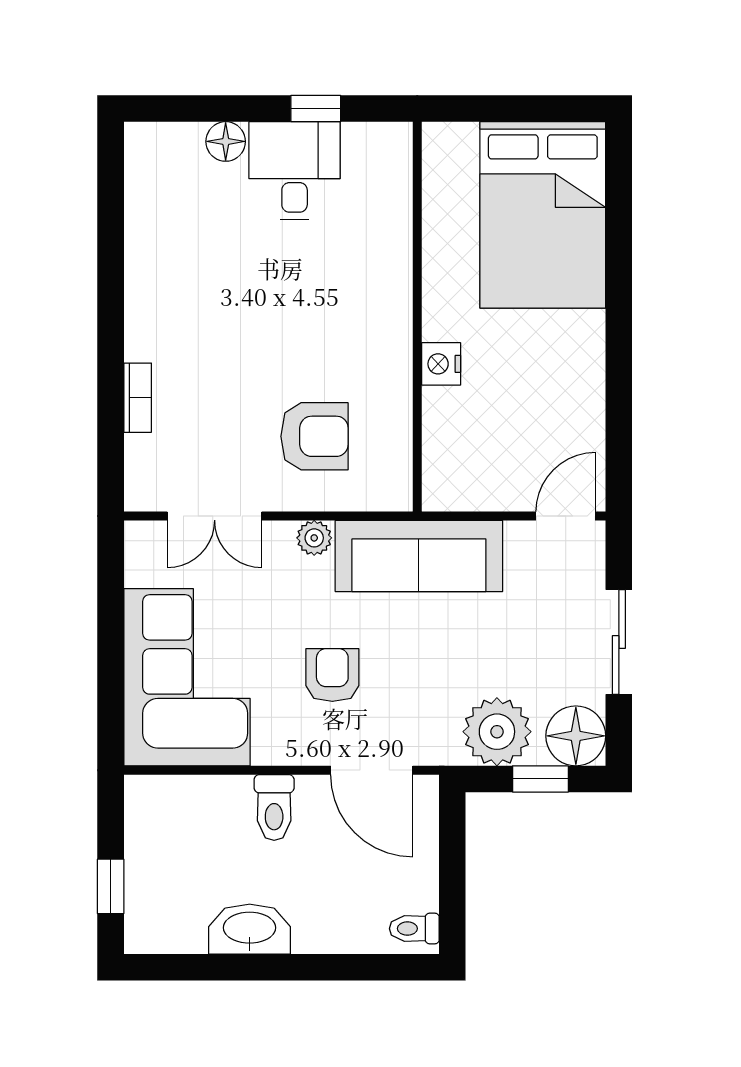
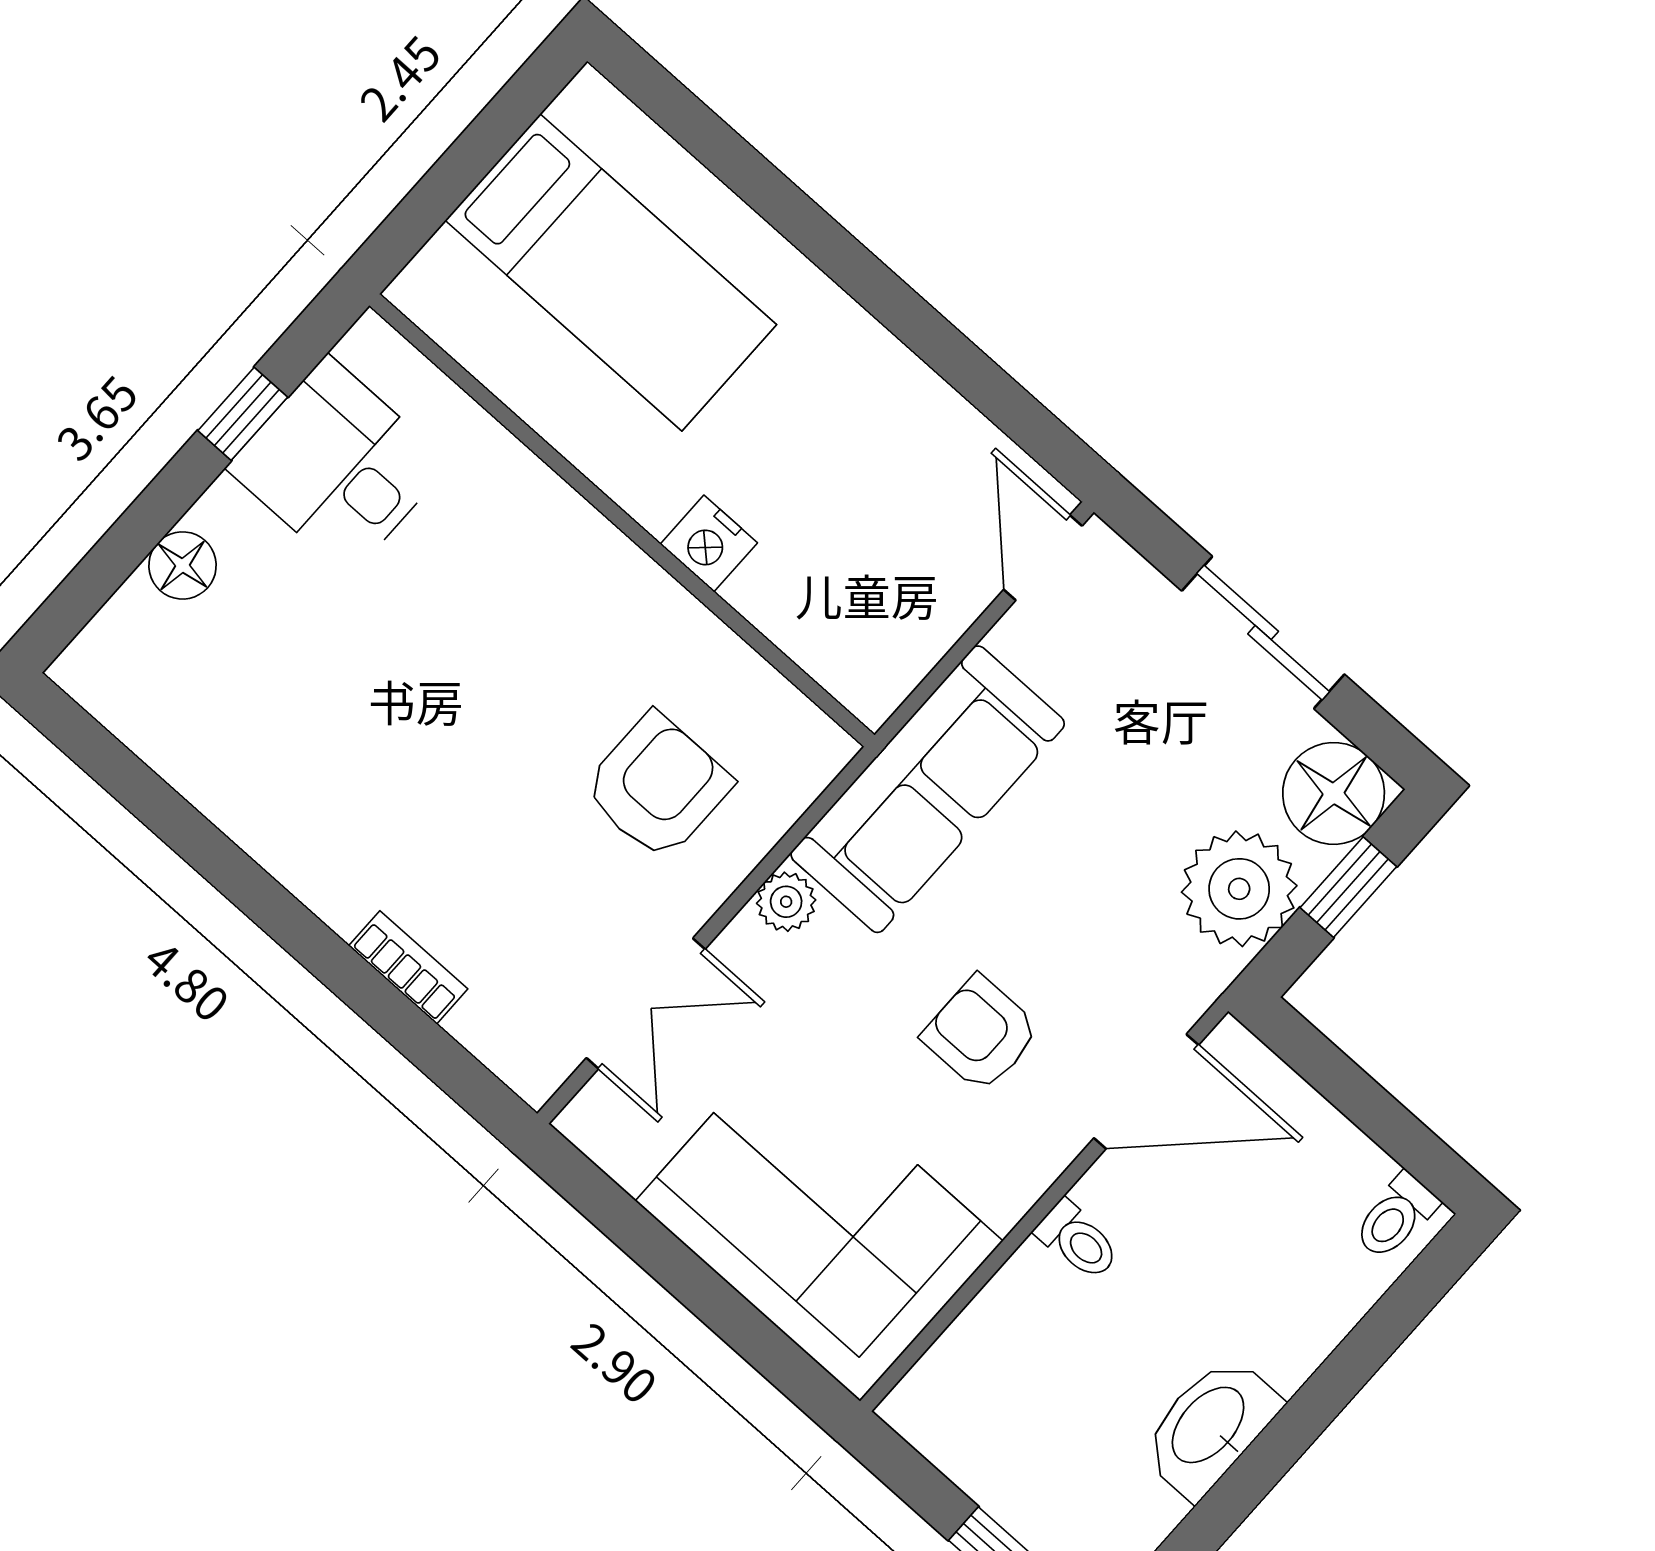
desk: (295, 171) -> (338, 466), moved
bed: (543, 215) -> (611, 272), width x0.67
toilet: (274, 807) -> (1078, 1240), width x0.73, depth x0.72

